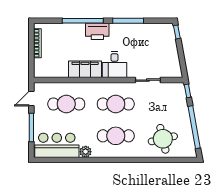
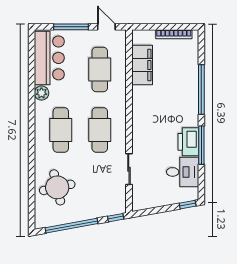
printer: (97, 31) -> (188, 142), moved
desk: (114, 65) -> (183, 172), moved, turned 180
filing cabinet: (85, 69) -> (142, 65), moved

